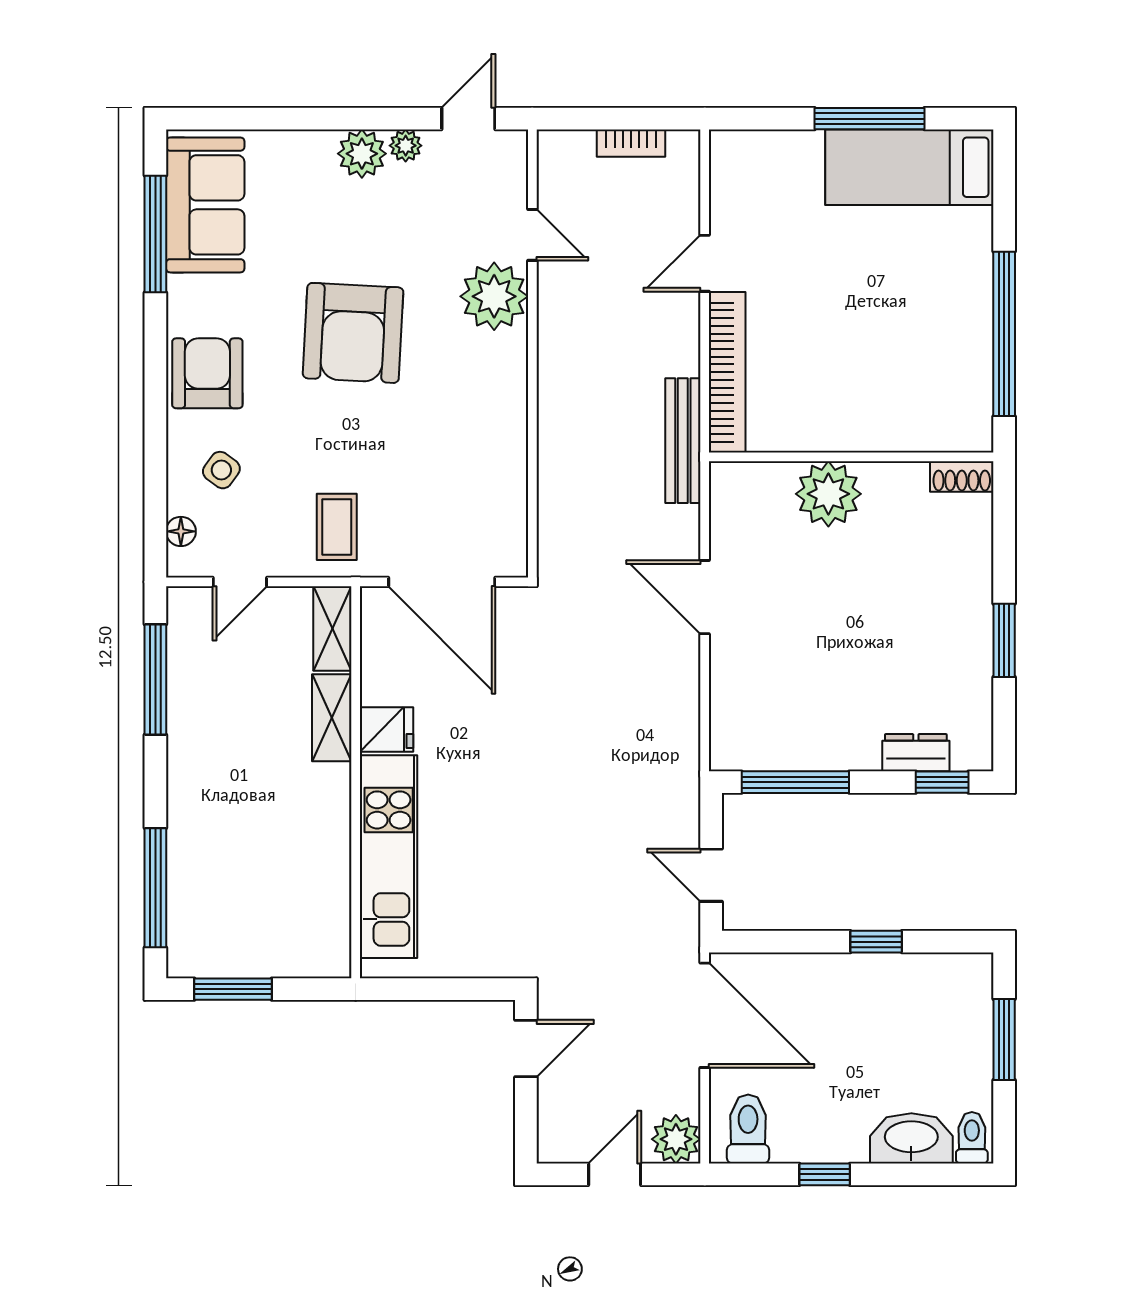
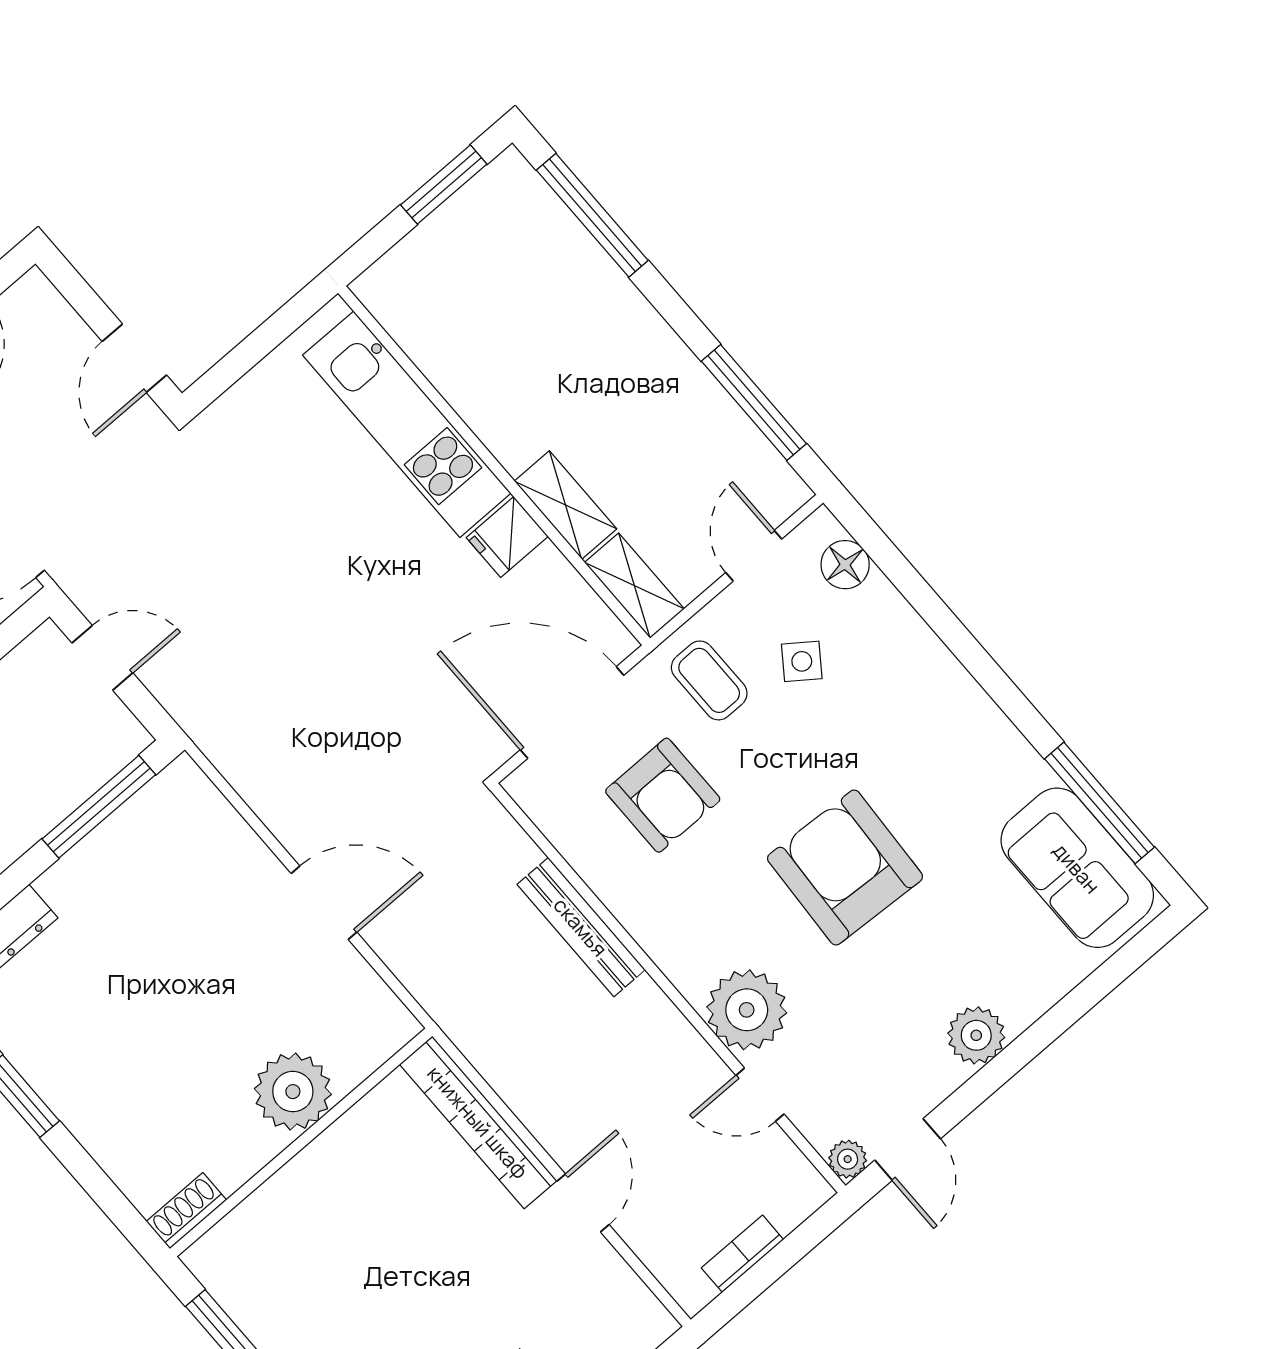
plant: (406, 146) -> (848, 1159), moved
armchair: (207, 373) -> (663, 795), moved
bench: (683, 441) -> (581, 927), moved
side table: (221, 470) -> (802, 661), moved
floor lamp: (181, 531) -> (845, 565), width x1.37, depth x1.37

